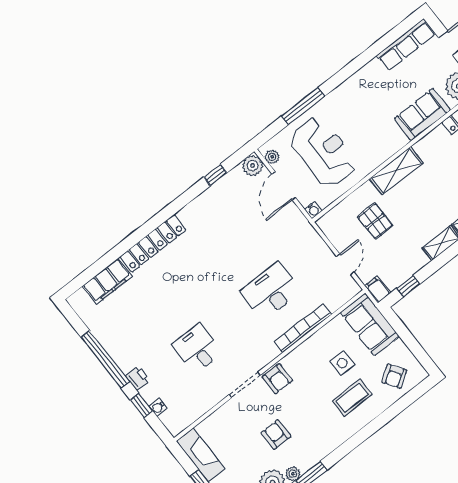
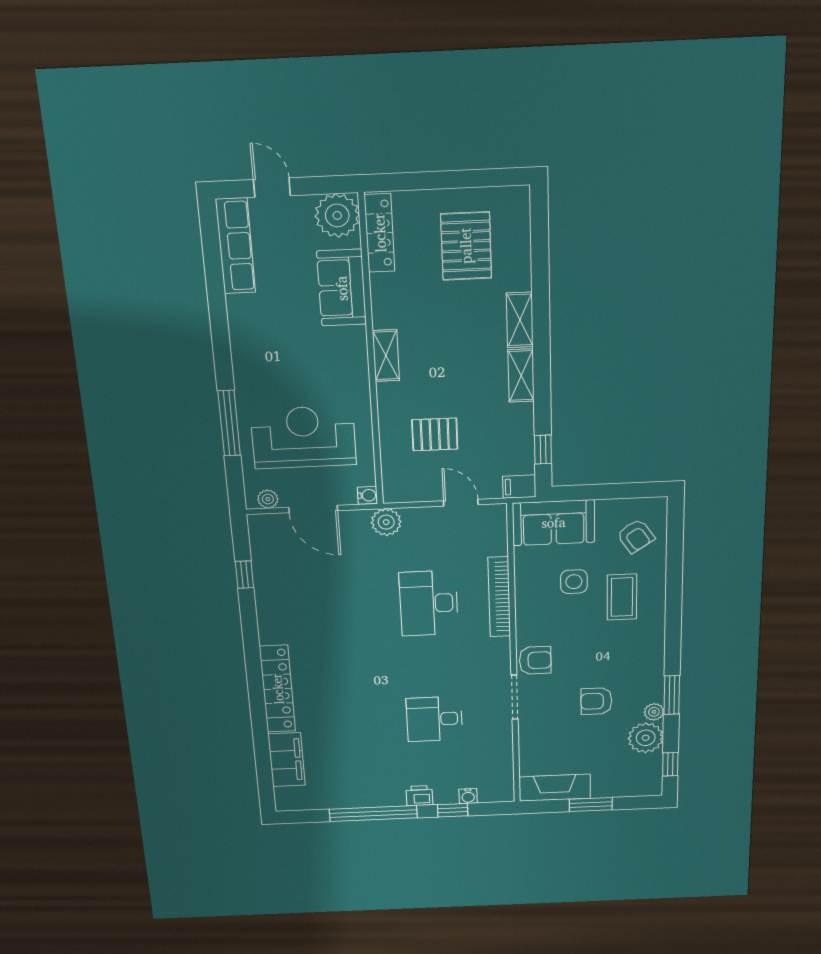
plant: (253, 166) -> (386, 522), moved
shelving: (396, 171) -> (386, 355), width x0.67, depth x0.75

